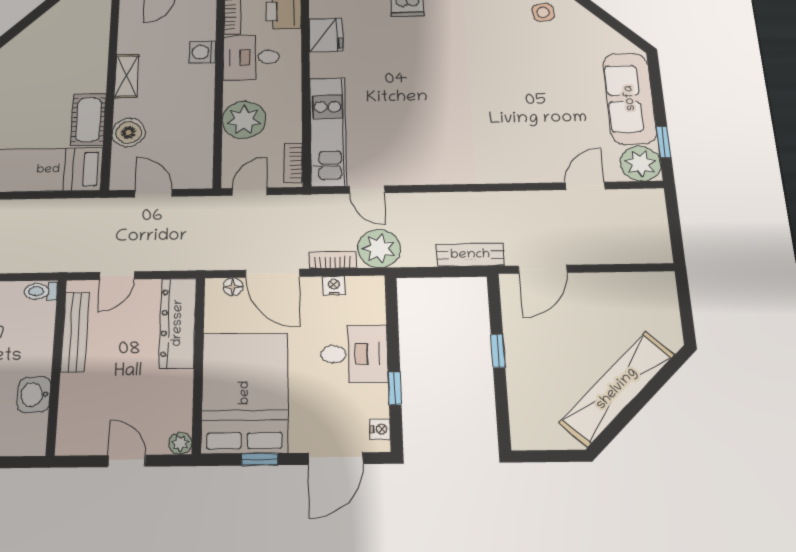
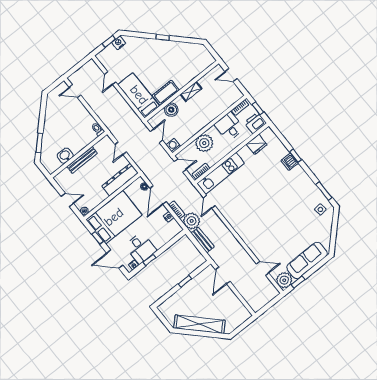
washing machine: (203, 52) -> (173, 146), moved
bench: (470, 255) -> (203, 240), moved
door: (543, 269) -> (223, 276), hinge flipped
door: (117, 276) -> (121, 148), hinge flipped
bench: (75, 332) -> (82, 160), moved
desk: (354, 354) -> (141, 248), moved
door: (127, 461) -> (67, 200), hinge flipped

